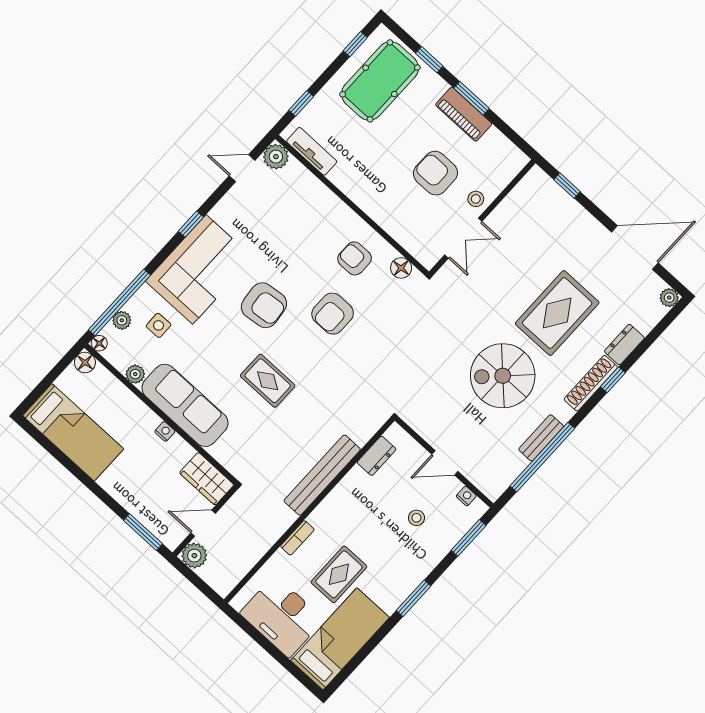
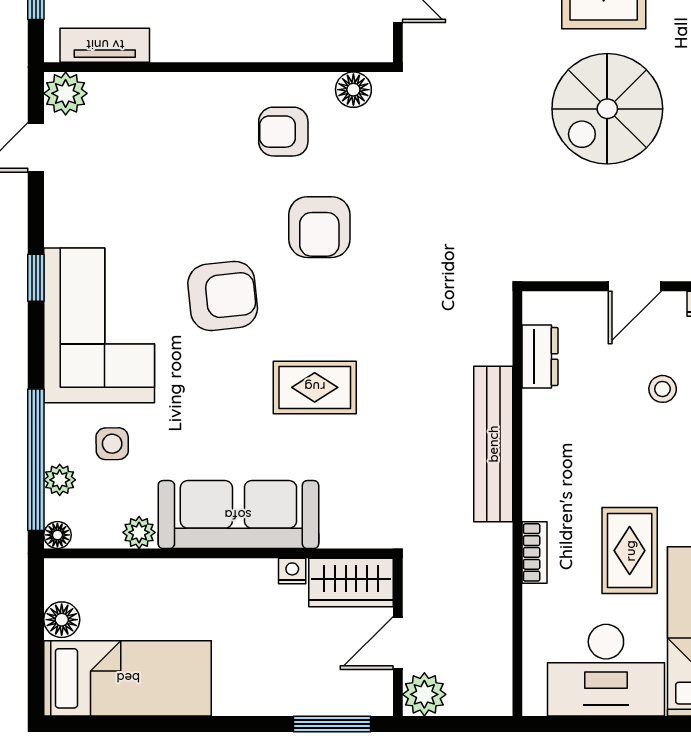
floor lamp: (85, 362) -> (62, 620), moved
nightstand: (165, 431) -> (292, 571), moved

